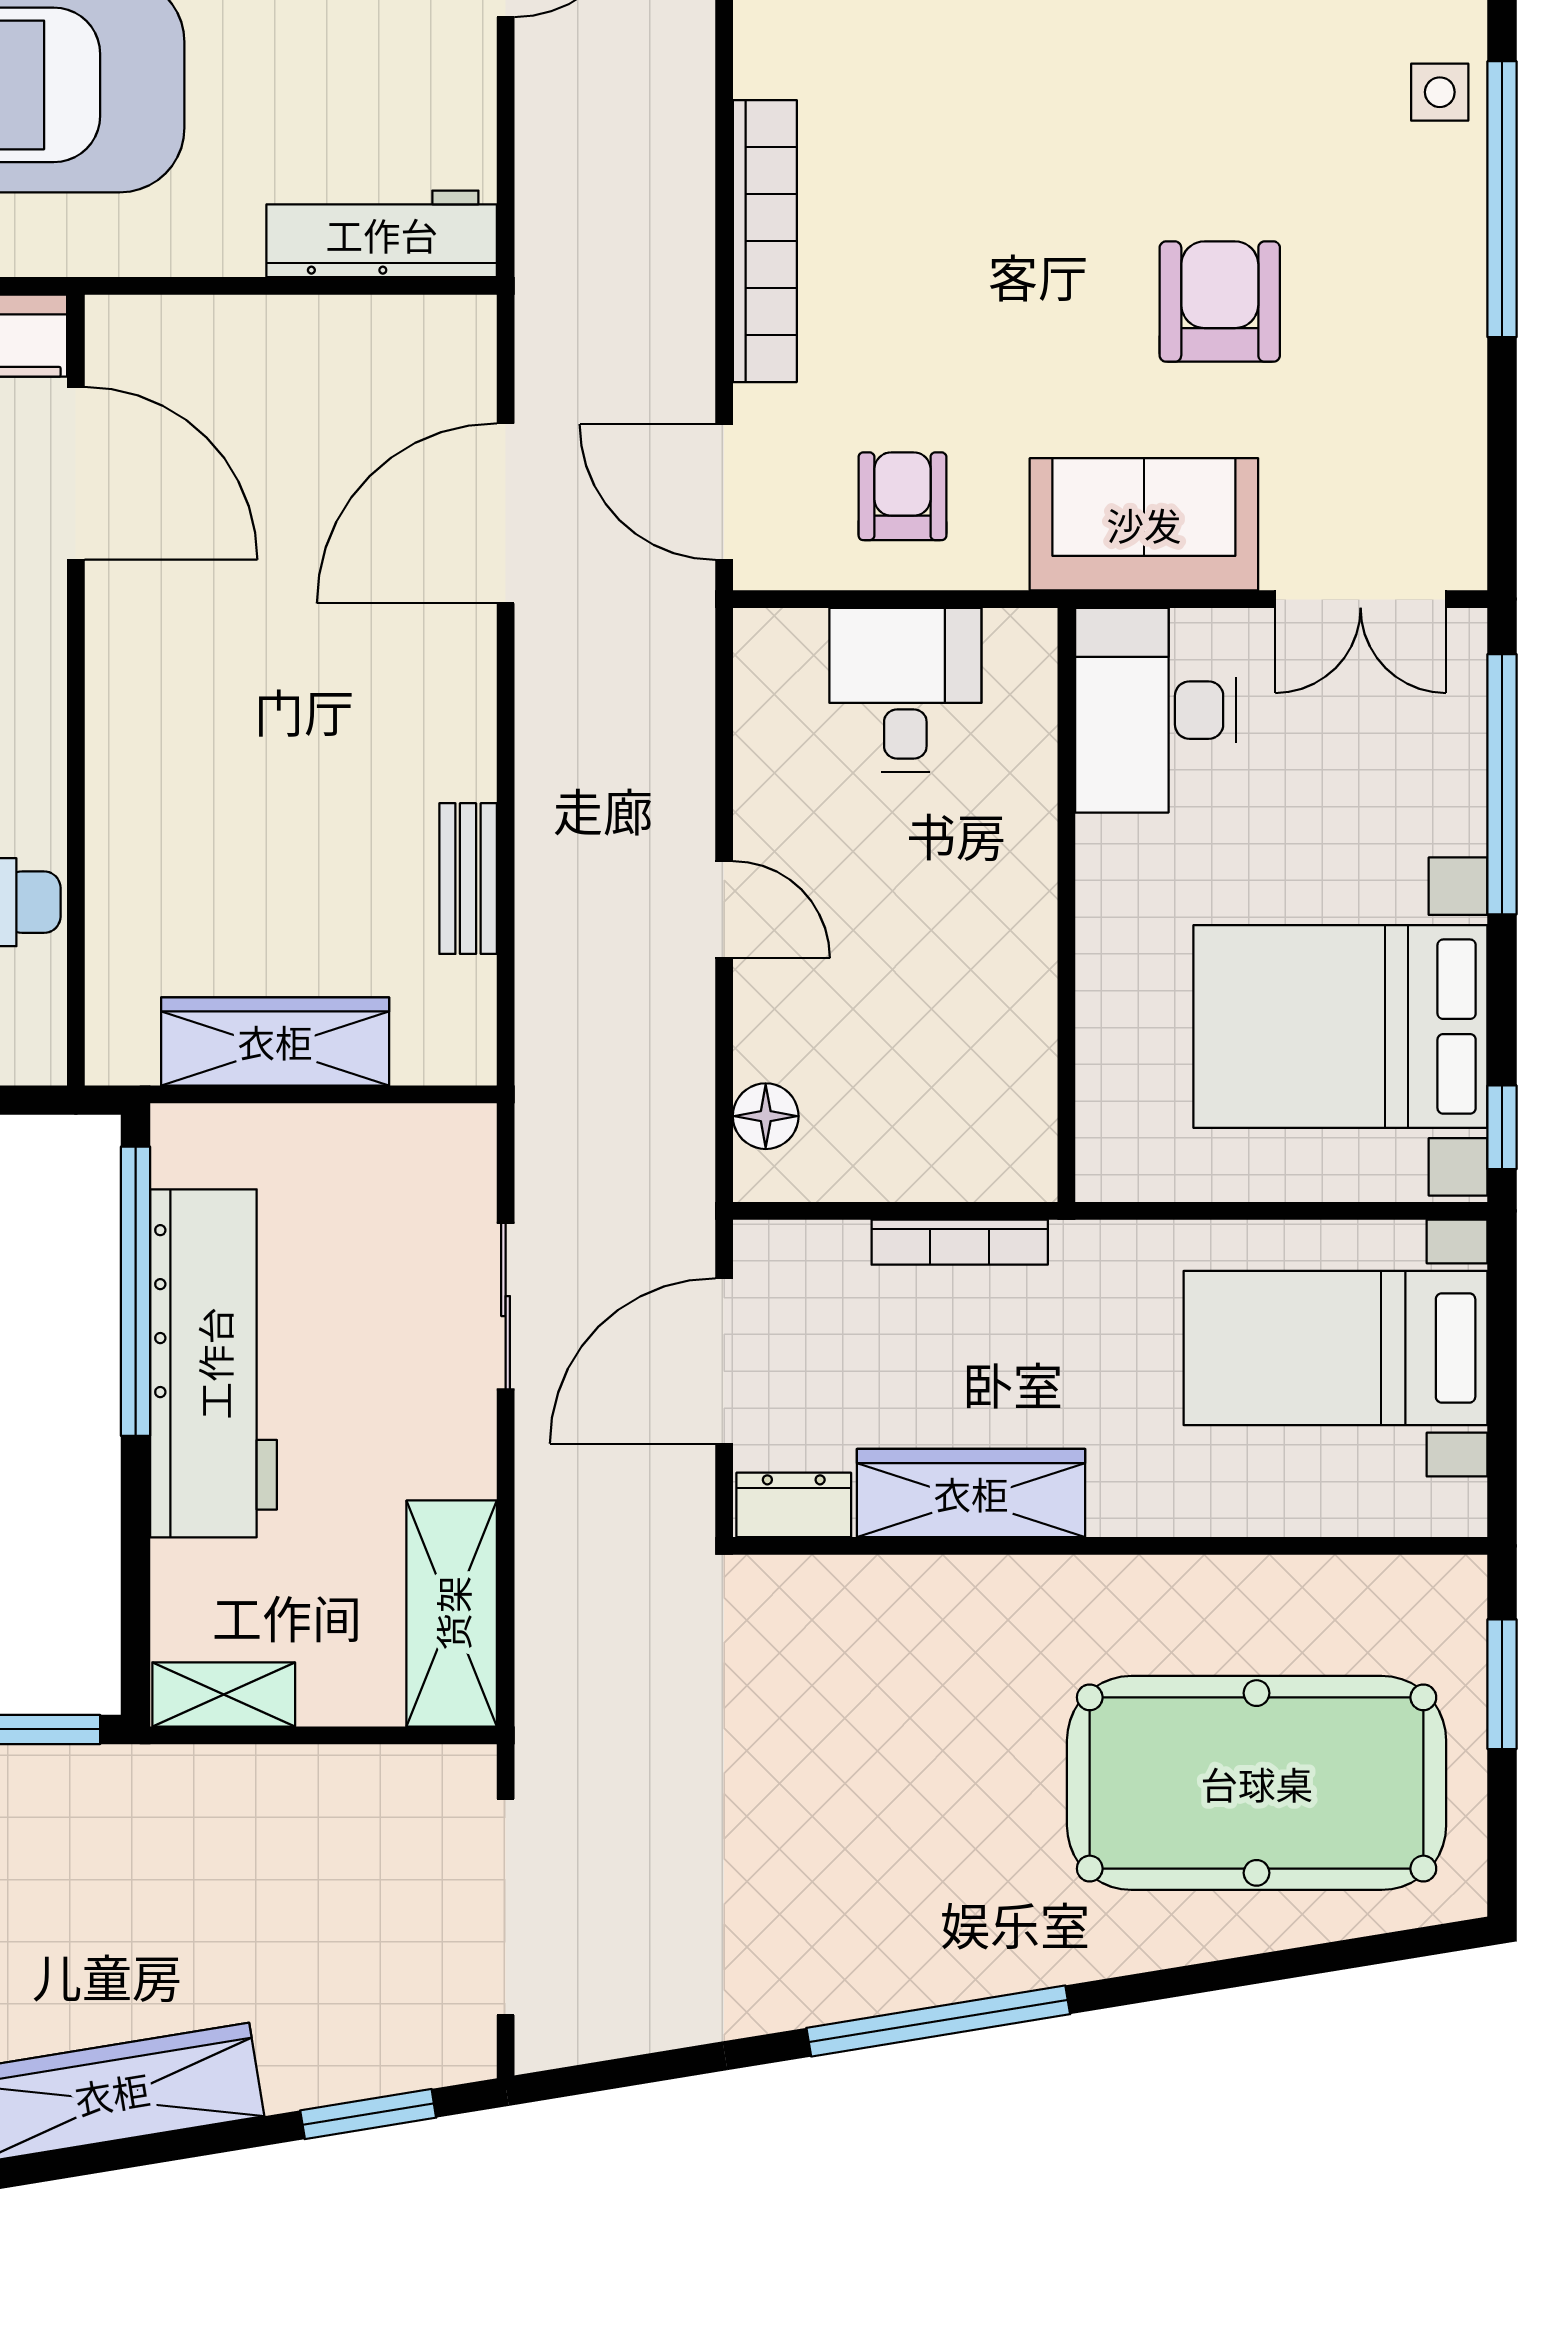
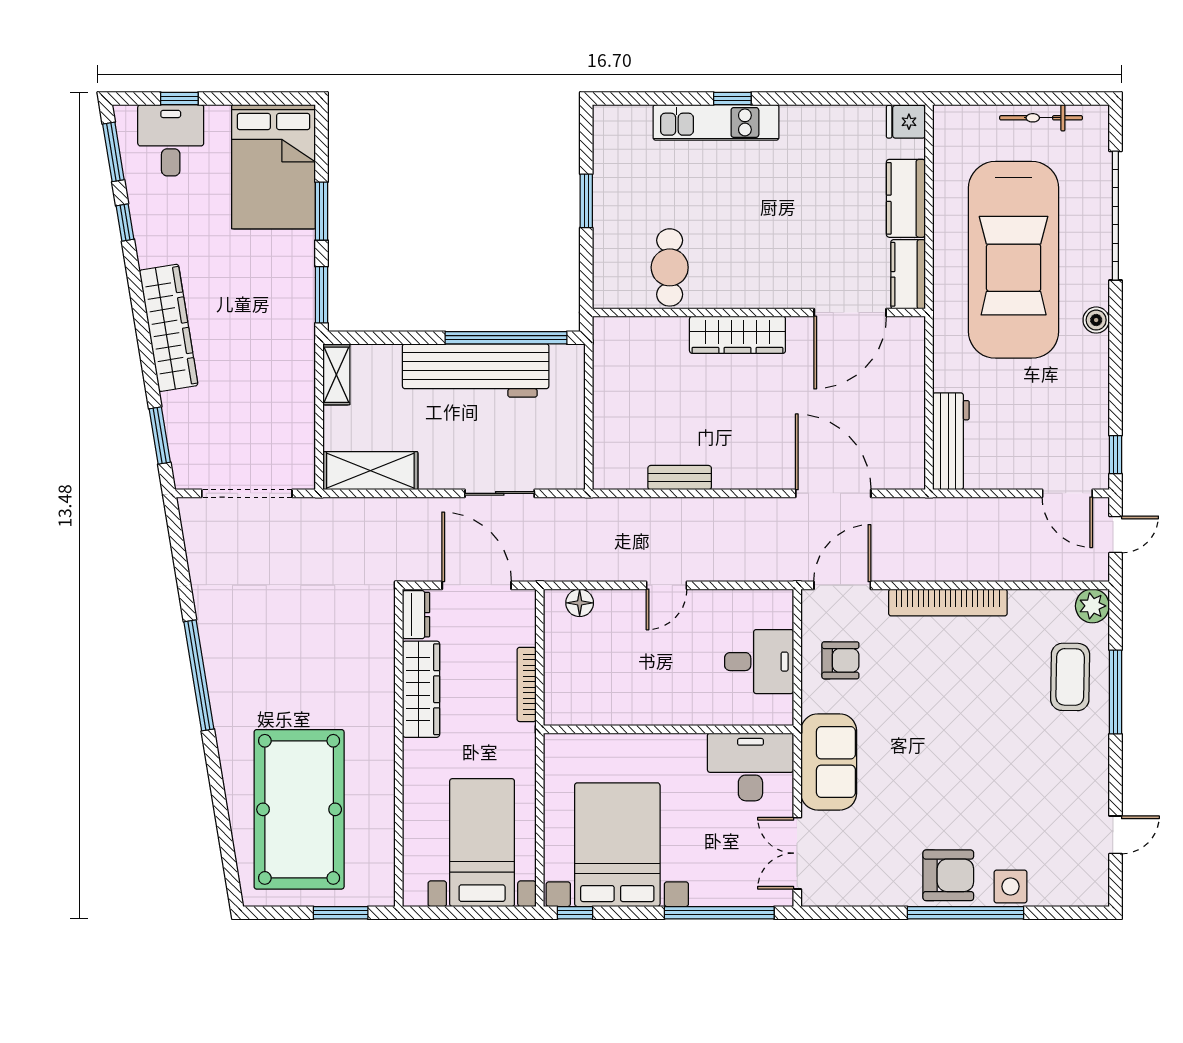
side table: (1440, 92) -> (1011, 886), width x1.37, depth x1.37
armchair: (1220, 302) -> (948, 875), moved
wardrobe: (275, 1041) -> (737, 335), moved, turned 90

